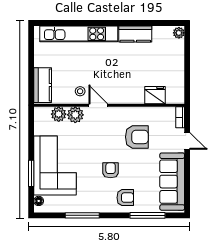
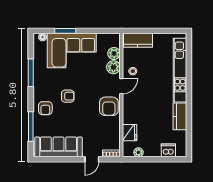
plant: (179, 33) -> (138, 152), moved
dishwasher: (176, 48) -> (168, 150), added
armchair: (137, 137) -> (109, 106), moved

